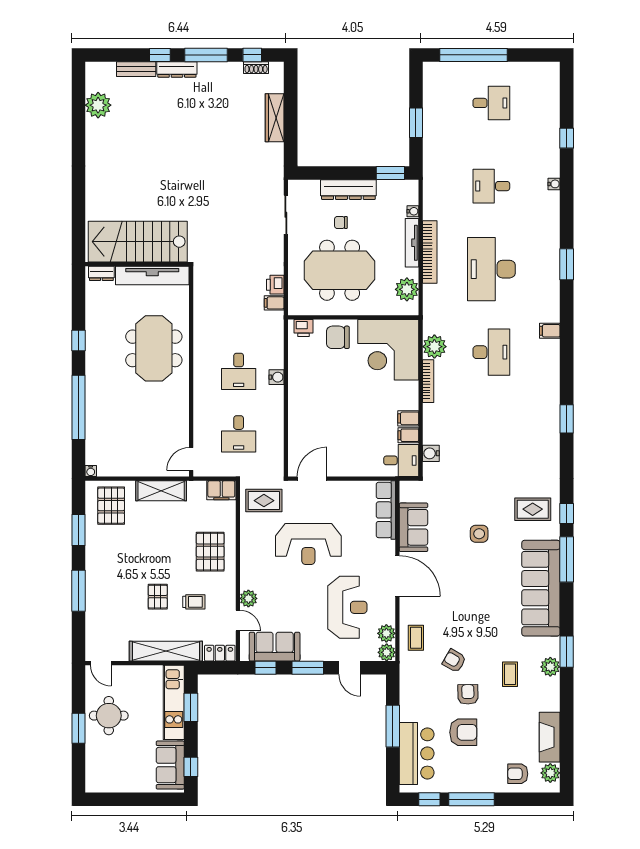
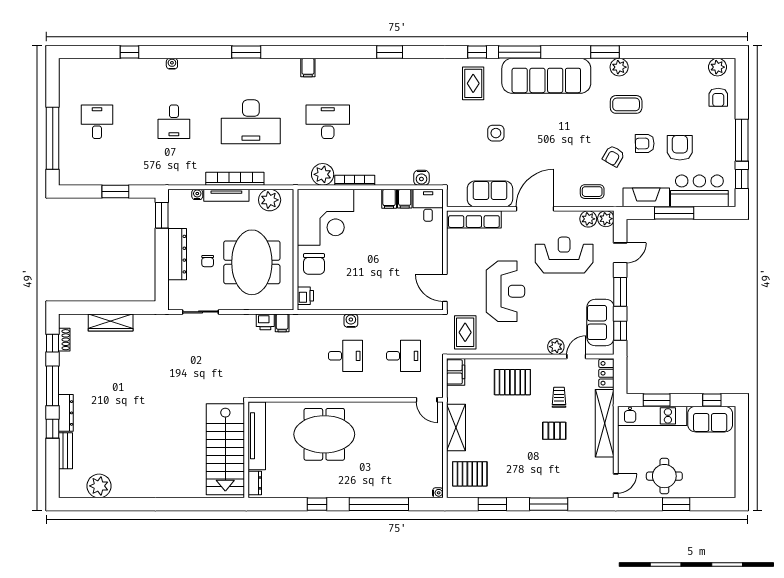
coffee table: (510, 674) -> (626, 104), width x1.36, depth x1.30
fireplace: (550, 737) -> (646, 197), moved, turned 180

